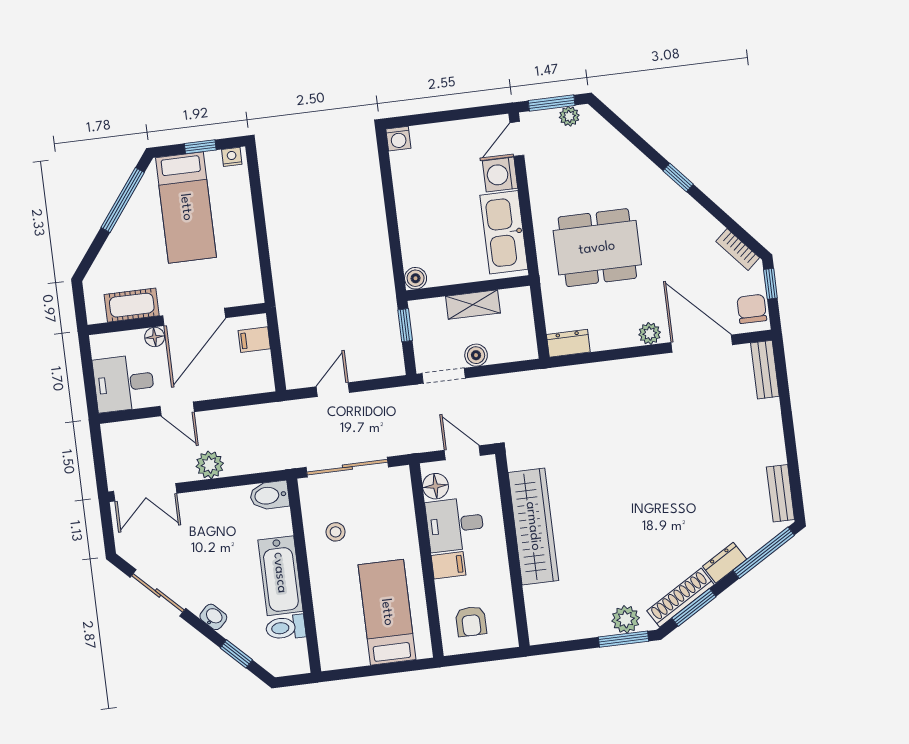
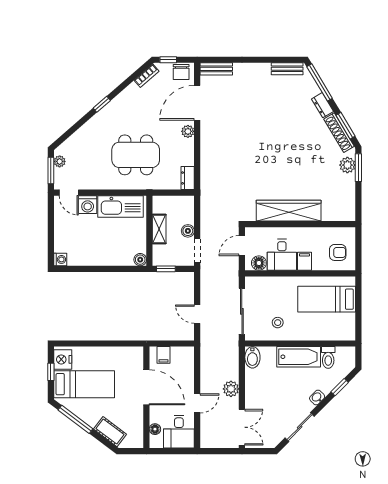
nightstand: (232, 157) -> (63, 359), width x1.89, depth x1.79
dining table: (597, 248) -> (136, 155), turned 90
cot: (132, 305) -> (110, 432), moved, turned -53
chair: (752, 309) -> (181, 72), turned -90
floor lamp: (155, 337) -> (155, 429), moved

